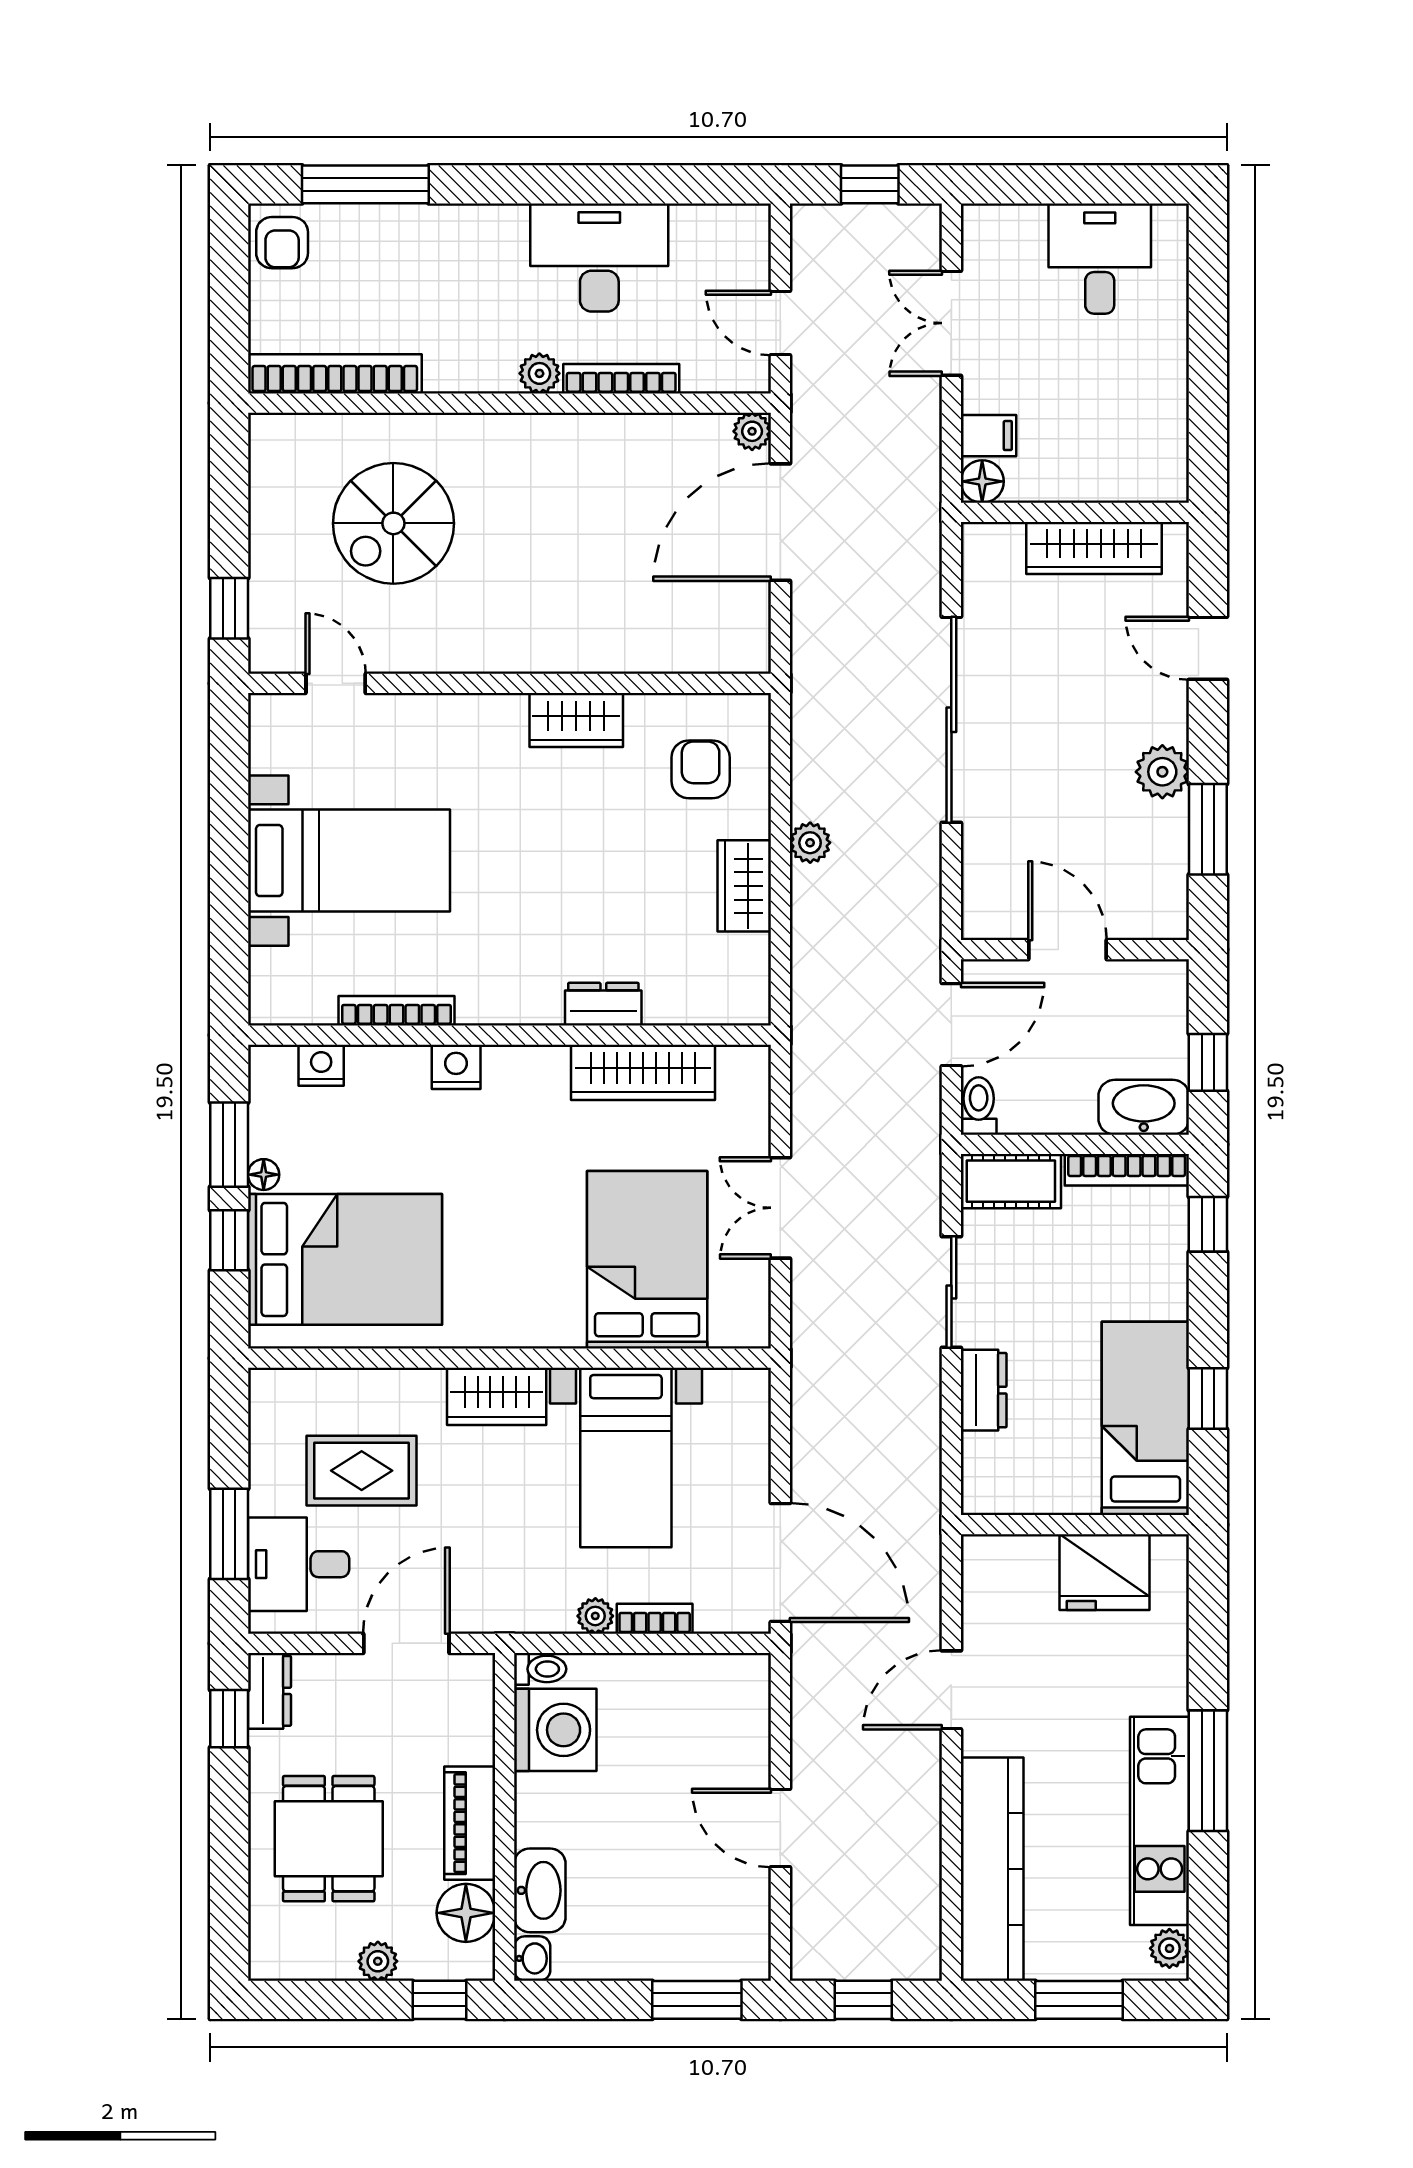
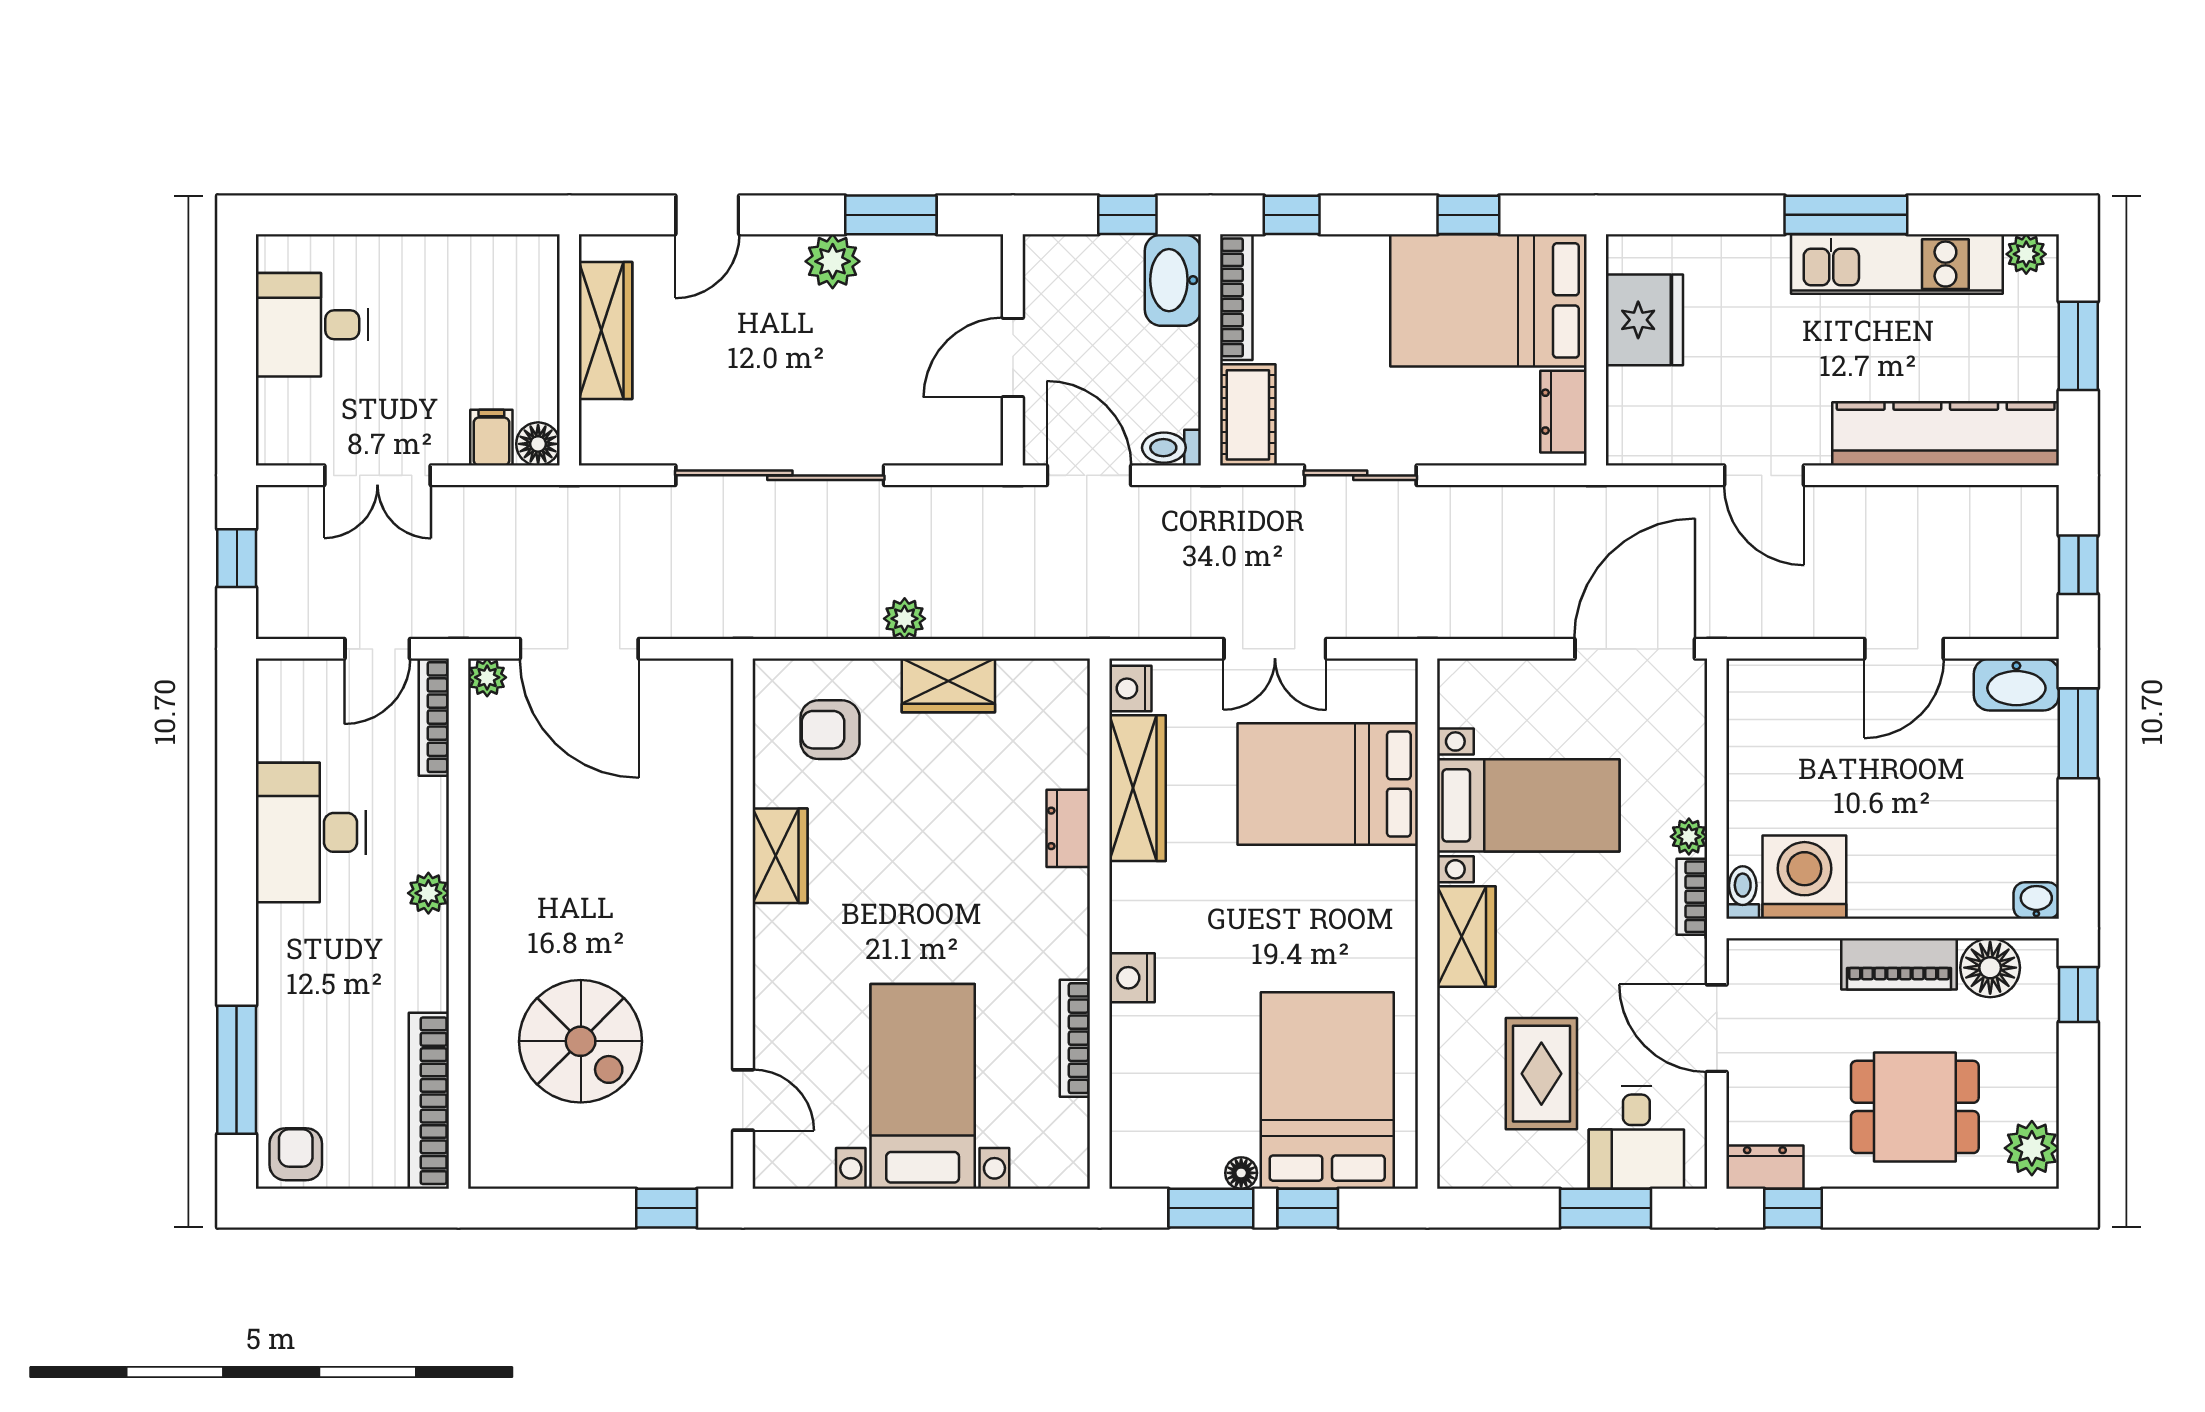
armchair: (282, 243) -> (296, 1154), turned -90
bookcase: (621, 379) -> (434, 717), moved
door: (336, 683) -> (743, 1100), swing flipped
nightstand: (321, 1065) -> (1130, 689), moved
dresser: (984, 1390) -> (1563, 412), moved, turned -90
bed: (1145, 1418) -> (1488, 300), width x1.50
bookcase: (655, 1619) -> (1692, 897), moved
washbasin: (540, 1890) -> (2016, 684), moved, turned 180
plant: (378, 1961) -> (2032, 1148), moved, width x1.38, depth x1.38

